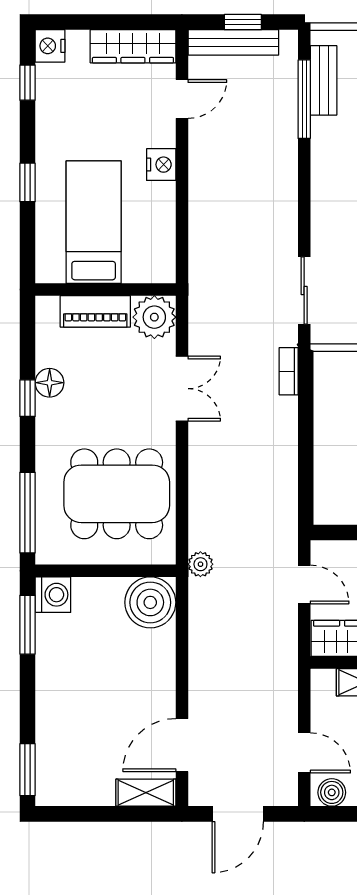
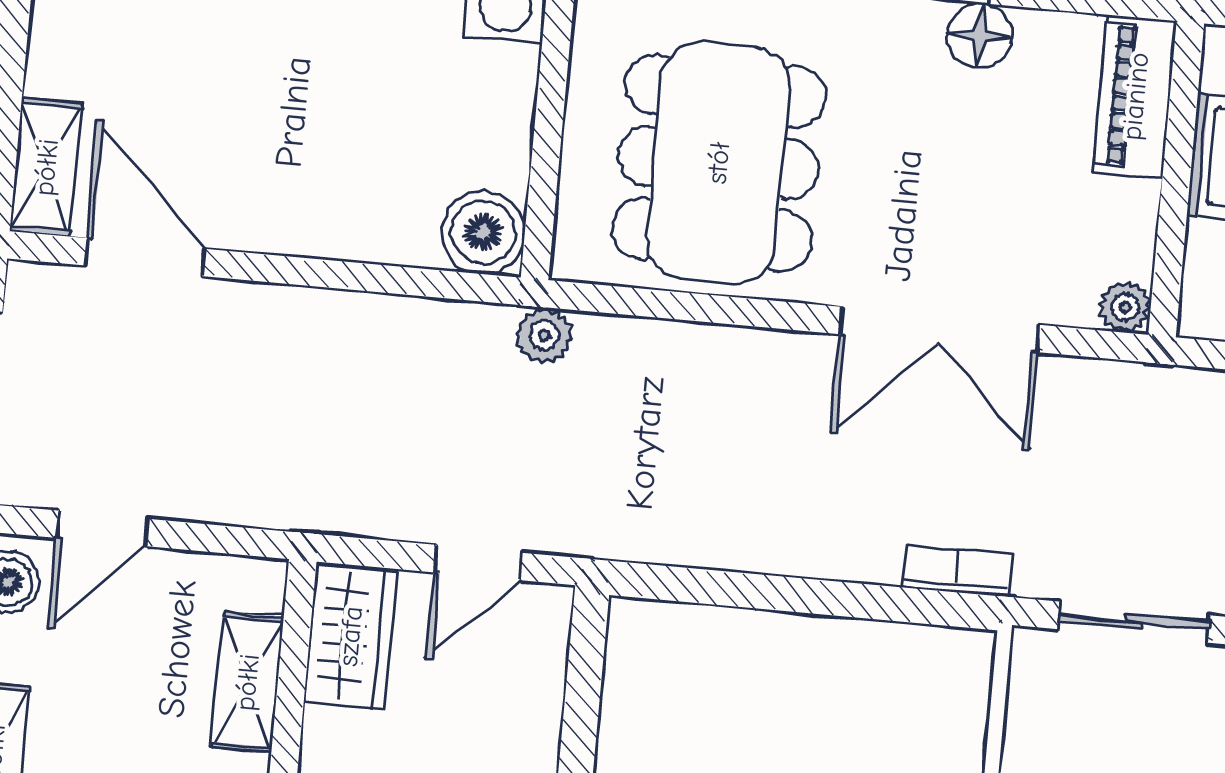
piano: (95, 311) -> (1135, 96), moved
plant: (154, 317) -> (1125, 307), width x0.53, depth x0.53
double door: (182, 389) -> (940, 330), width x1.37
boiler: (150, 602) -> (483, 232), width x0.73, depth x0.73

